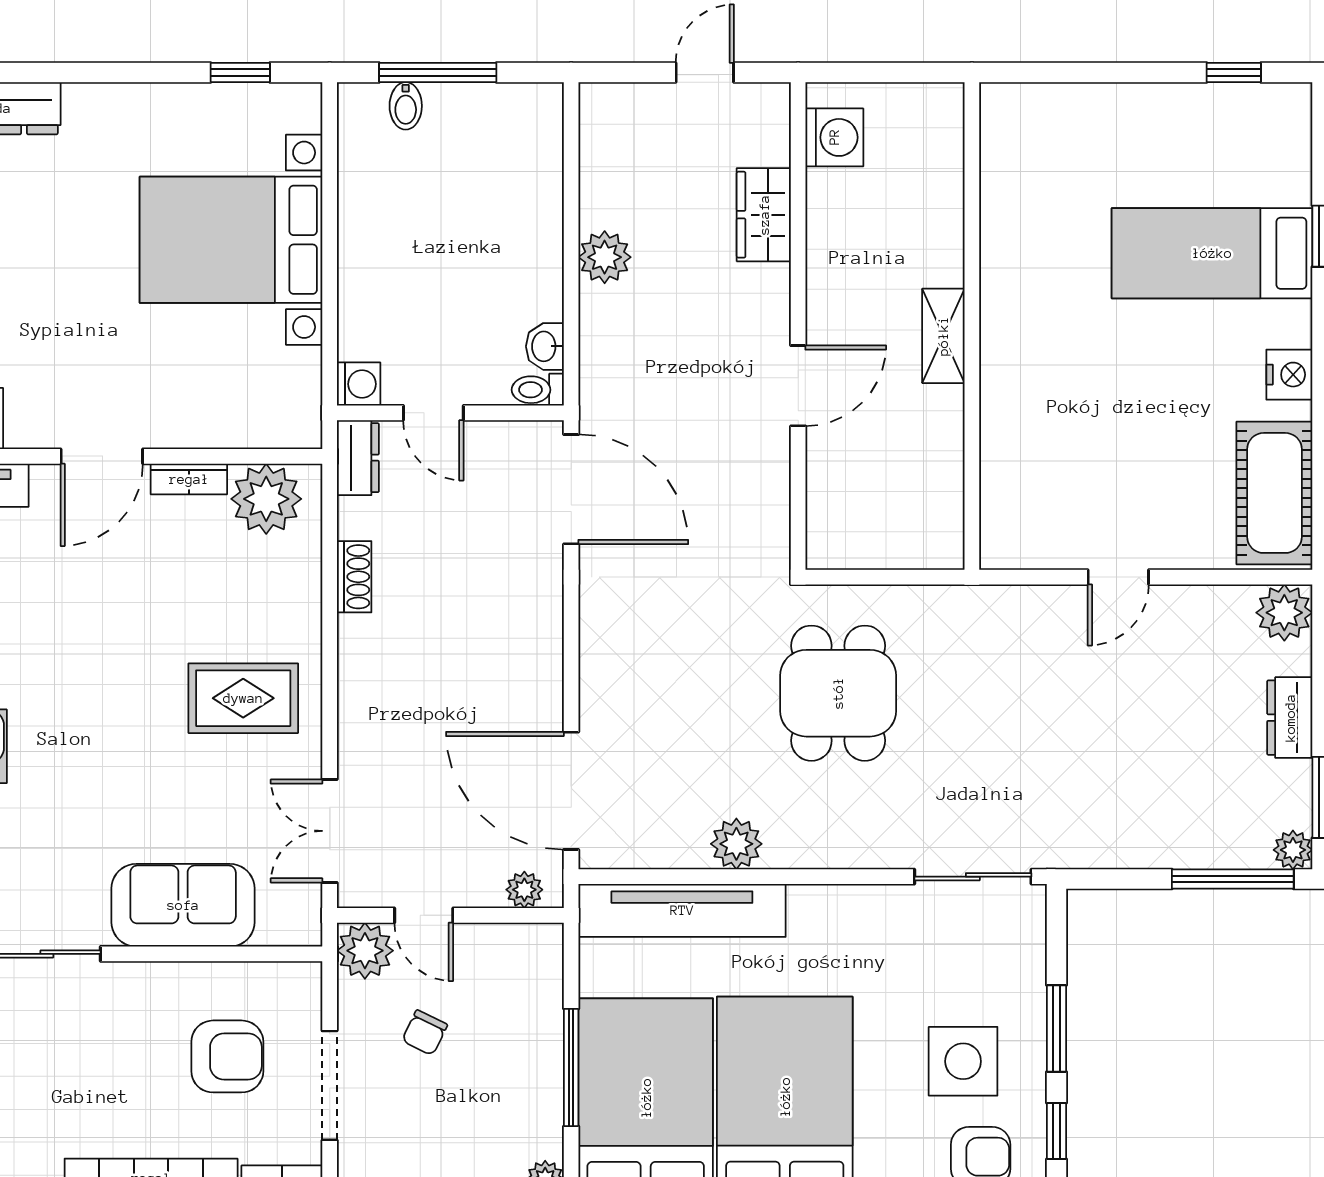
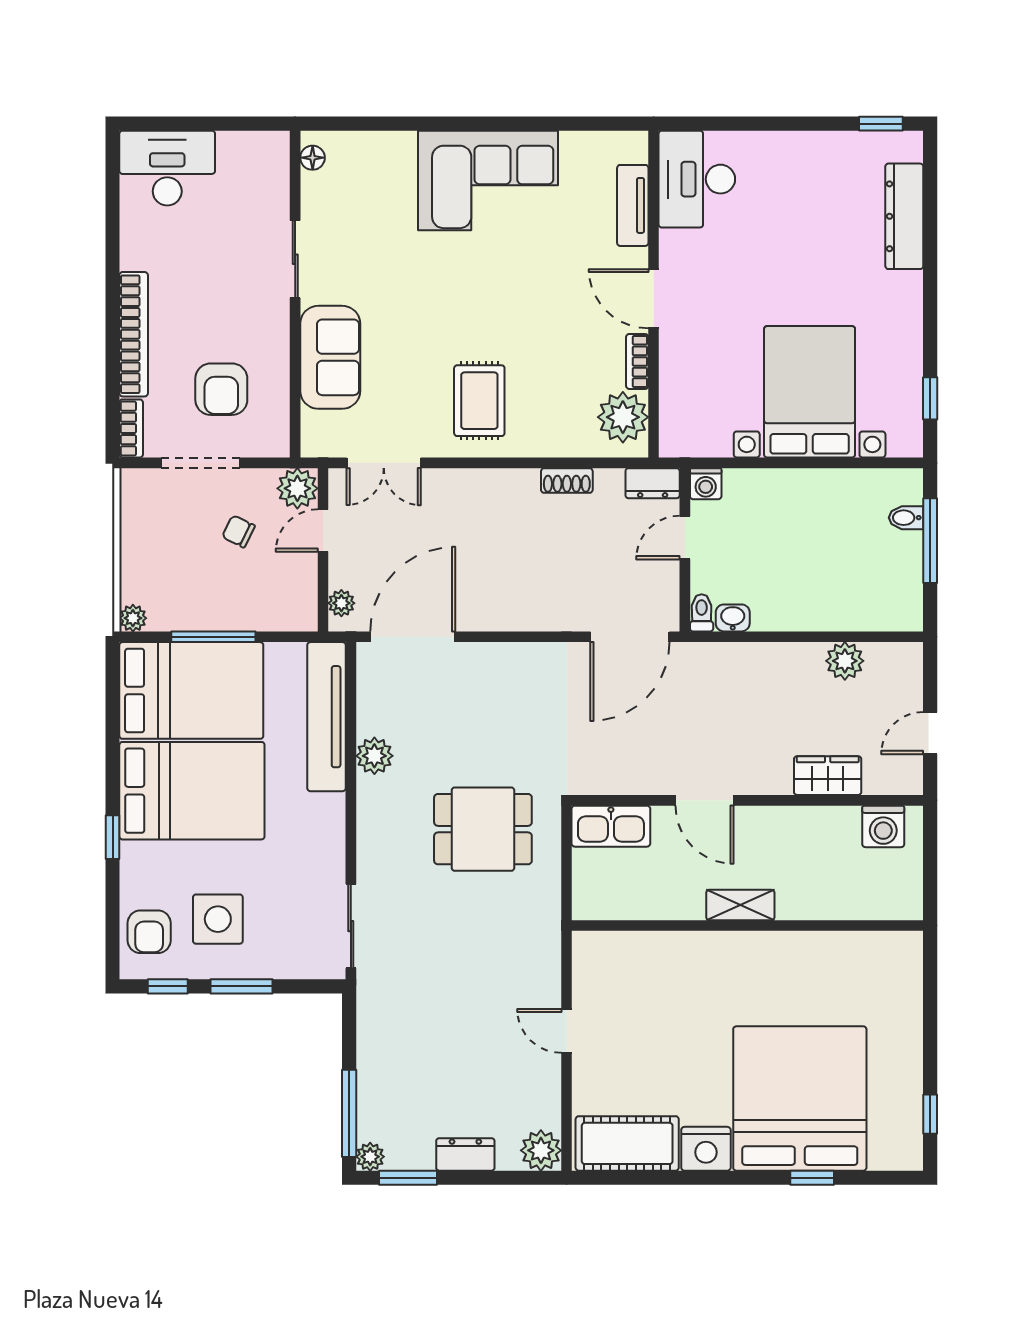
door: (705, 72) -> (930, 733), swing flipped
bed: (1212, 253) -> (800, 1098), width x2.04
plant: (605, 257) -> (845, 661), moved
nightstand: (1289, 375) -> (706, 1149), width x1.36, depth x1.33
kitchen sink: (834, 516) -> (611, 826), added
double door: (330, 831) -> (384, 463), swing flipped

